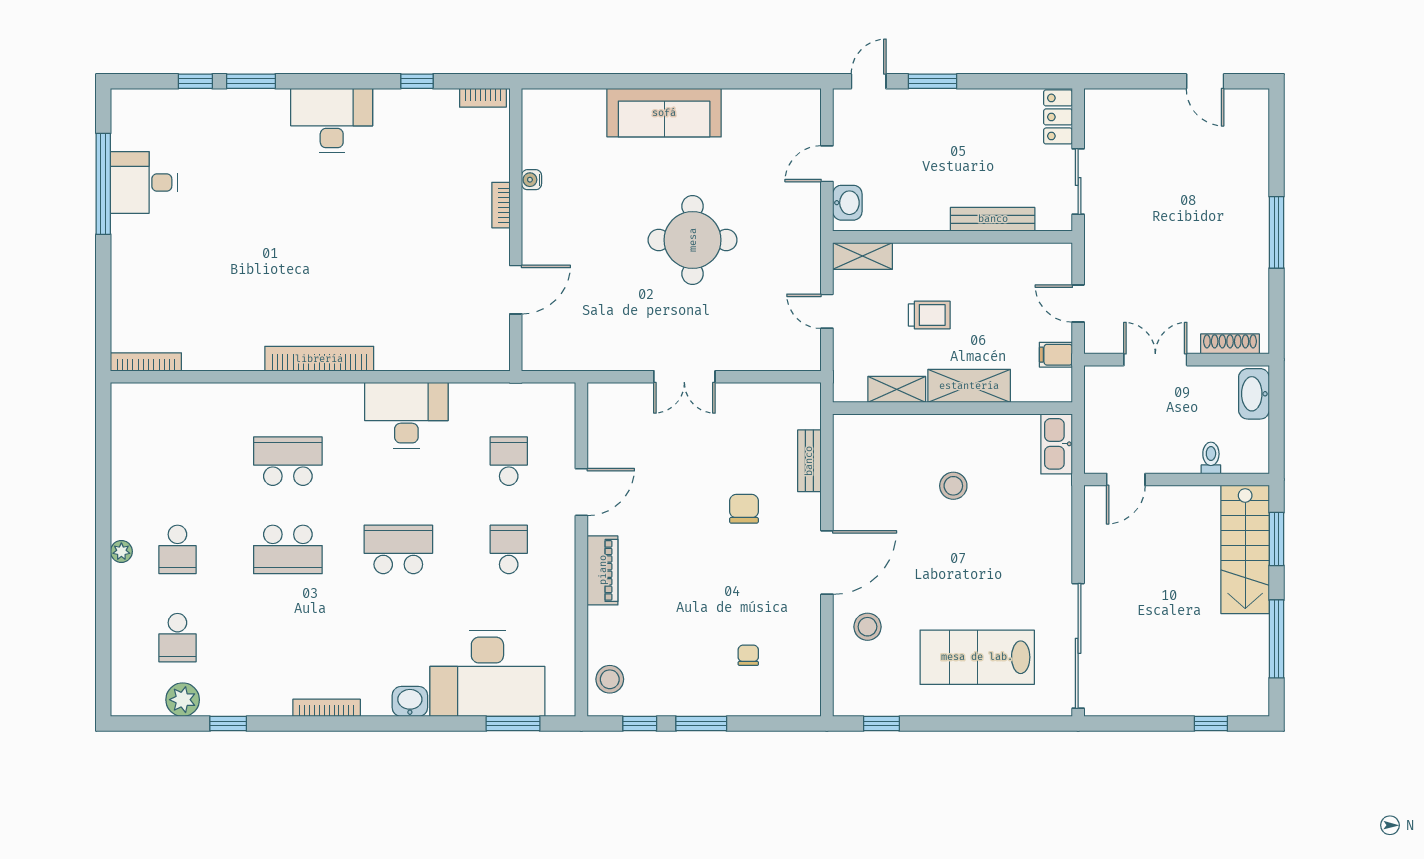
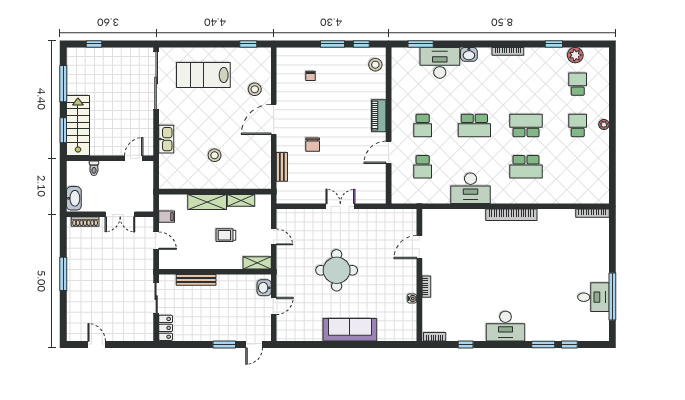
kitchen sink: (1057, 444) -> (166, 139), moved
lab bench: (977, 657) -> (203, 75), turned 180
desk: (487, 673) -> (440, 63), width x0.73, depth x0.77

